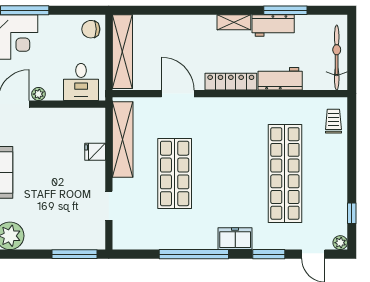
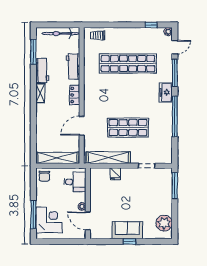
window: (285, 10) -> (33, 52), moved
locker: (231, 82) -> (75, 95), width x0.66
window: (269, 254) -> (175, 73), width x1.44

